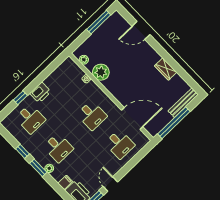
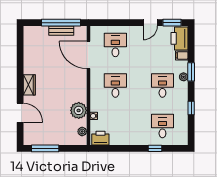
wardrobe: (166, 69) -> (29, 85), moved
printer: (40, 93) -> (100, 138), moved
bench: (183, 103) -> (61, 31), moved, width x0.73
window: (38, 168) -> (191, 72), moved

